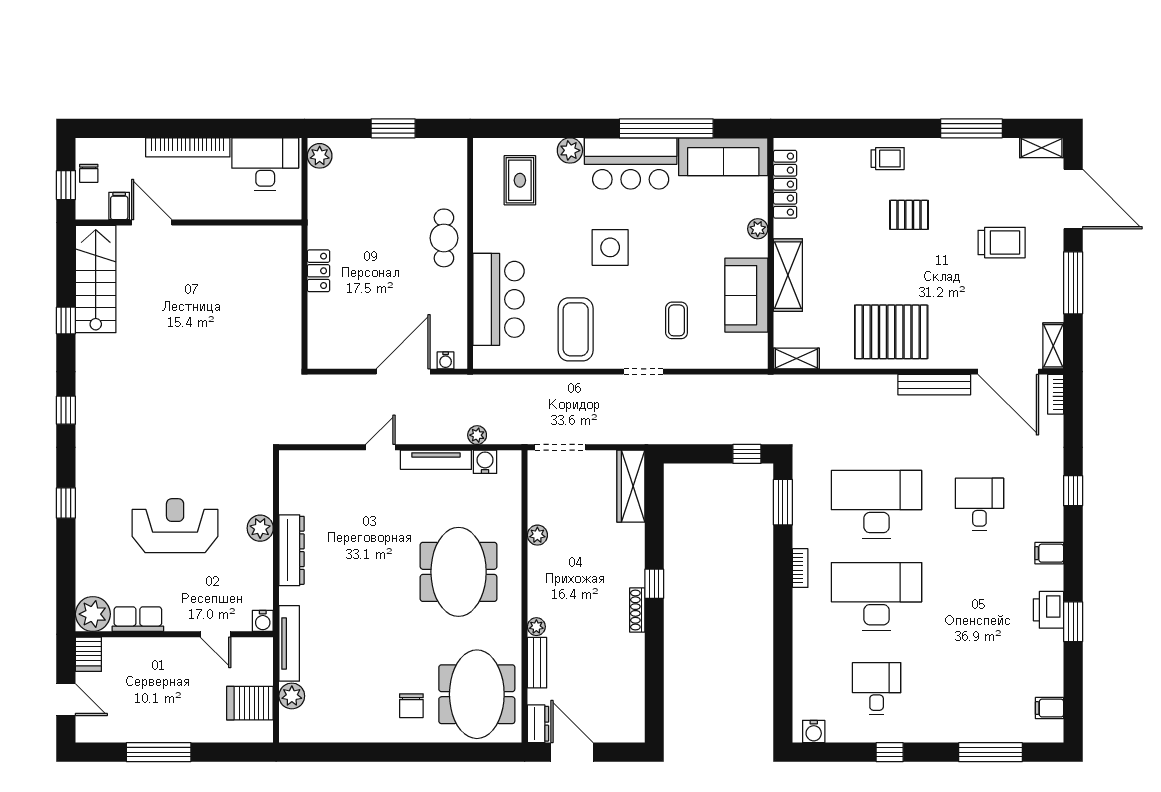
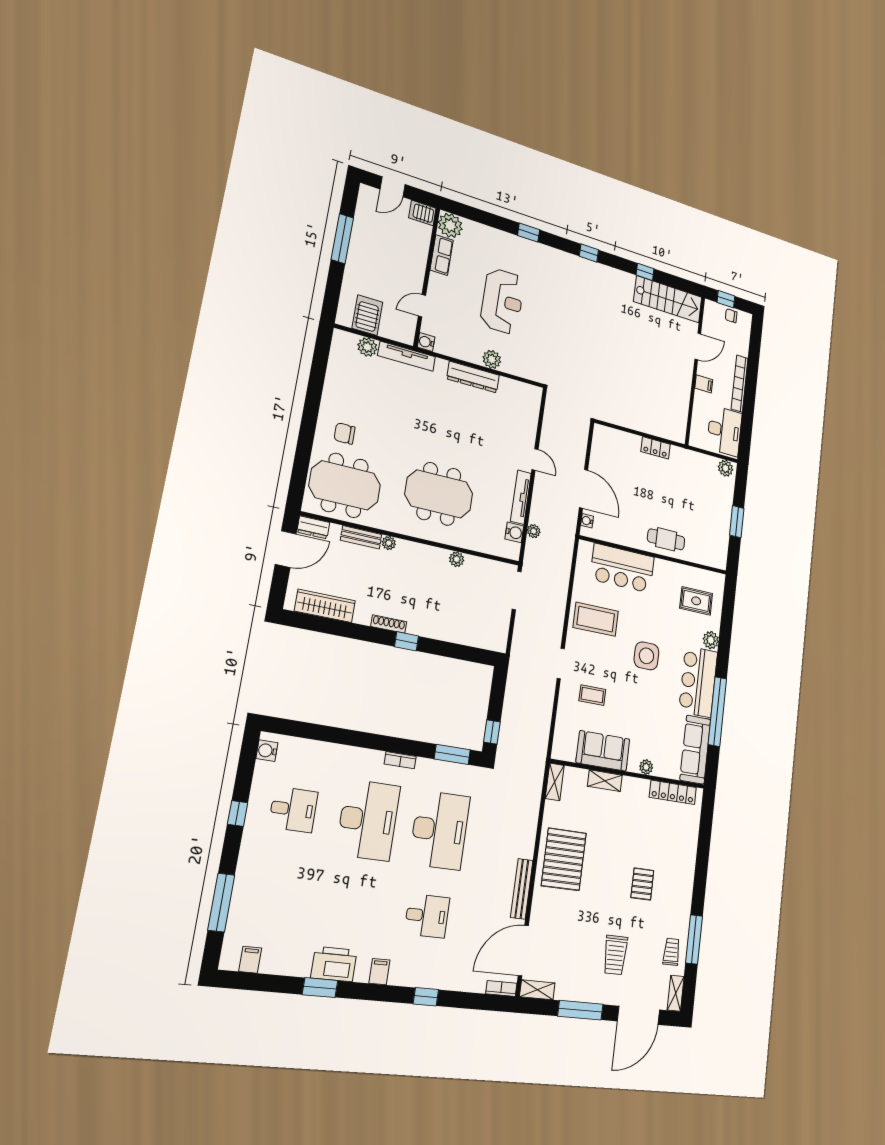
trolley: (888, 159) -> (671, 952), moved, turned 180
filing cabinet: (119, 206) -> (704, 384), moved
shelving: (788, 275) -> (605, 781), width x0.67, depth x0.75
wardrobe: (631, 486) -> (325, 606), moved
printer: (1048, 610) -> (334, 964), width x1.37, depth x1.19

